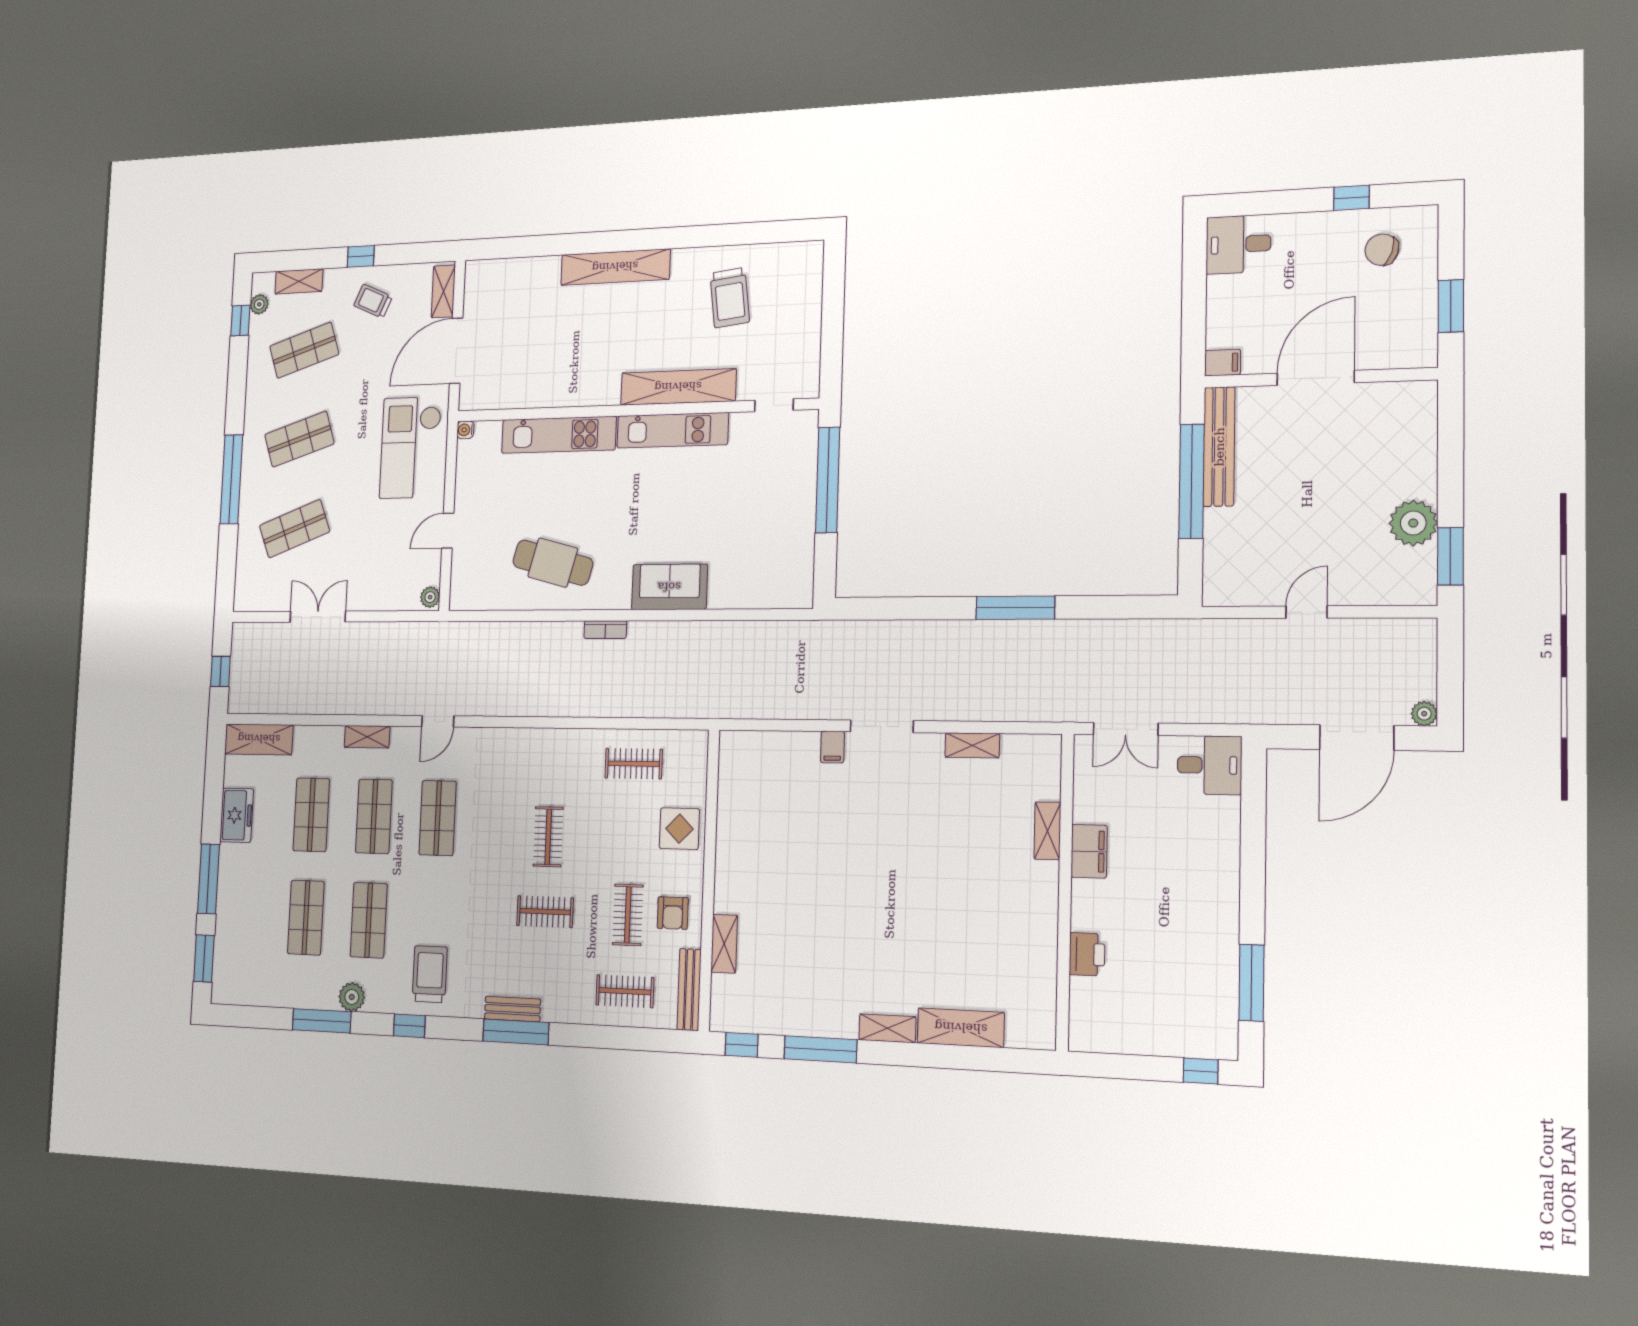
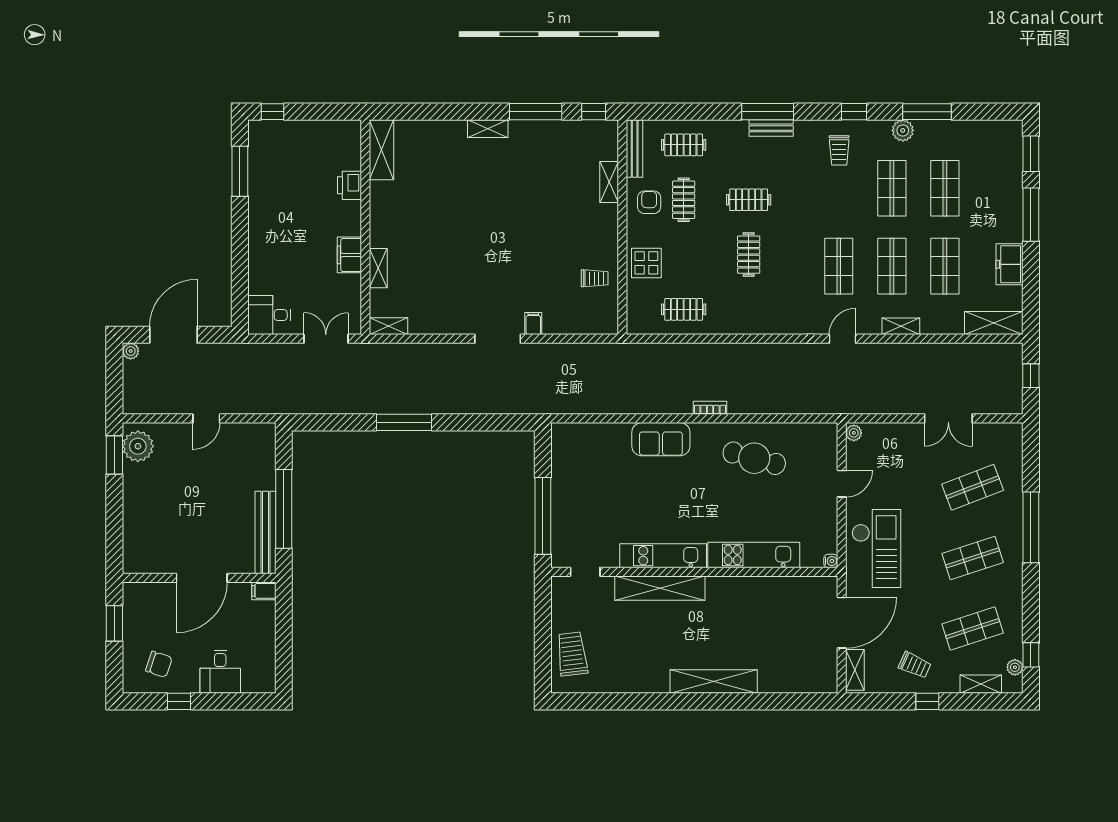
desk: (1238, 244) -> (220, 672), moved, turned 90
trolley: (730, 298) -> (572, 654), moved
plant: (1413, 523) -> (138, 446), moved
shelving: (972, 745) -> (389, 326), moved
trolley: (748, 809) -> (595, 278), added
trolley: (430, 974) -> (839, 150), width x0.73, depth x0.72
shelving: (961, 1028) -> (382, 150), moved, turned 90

